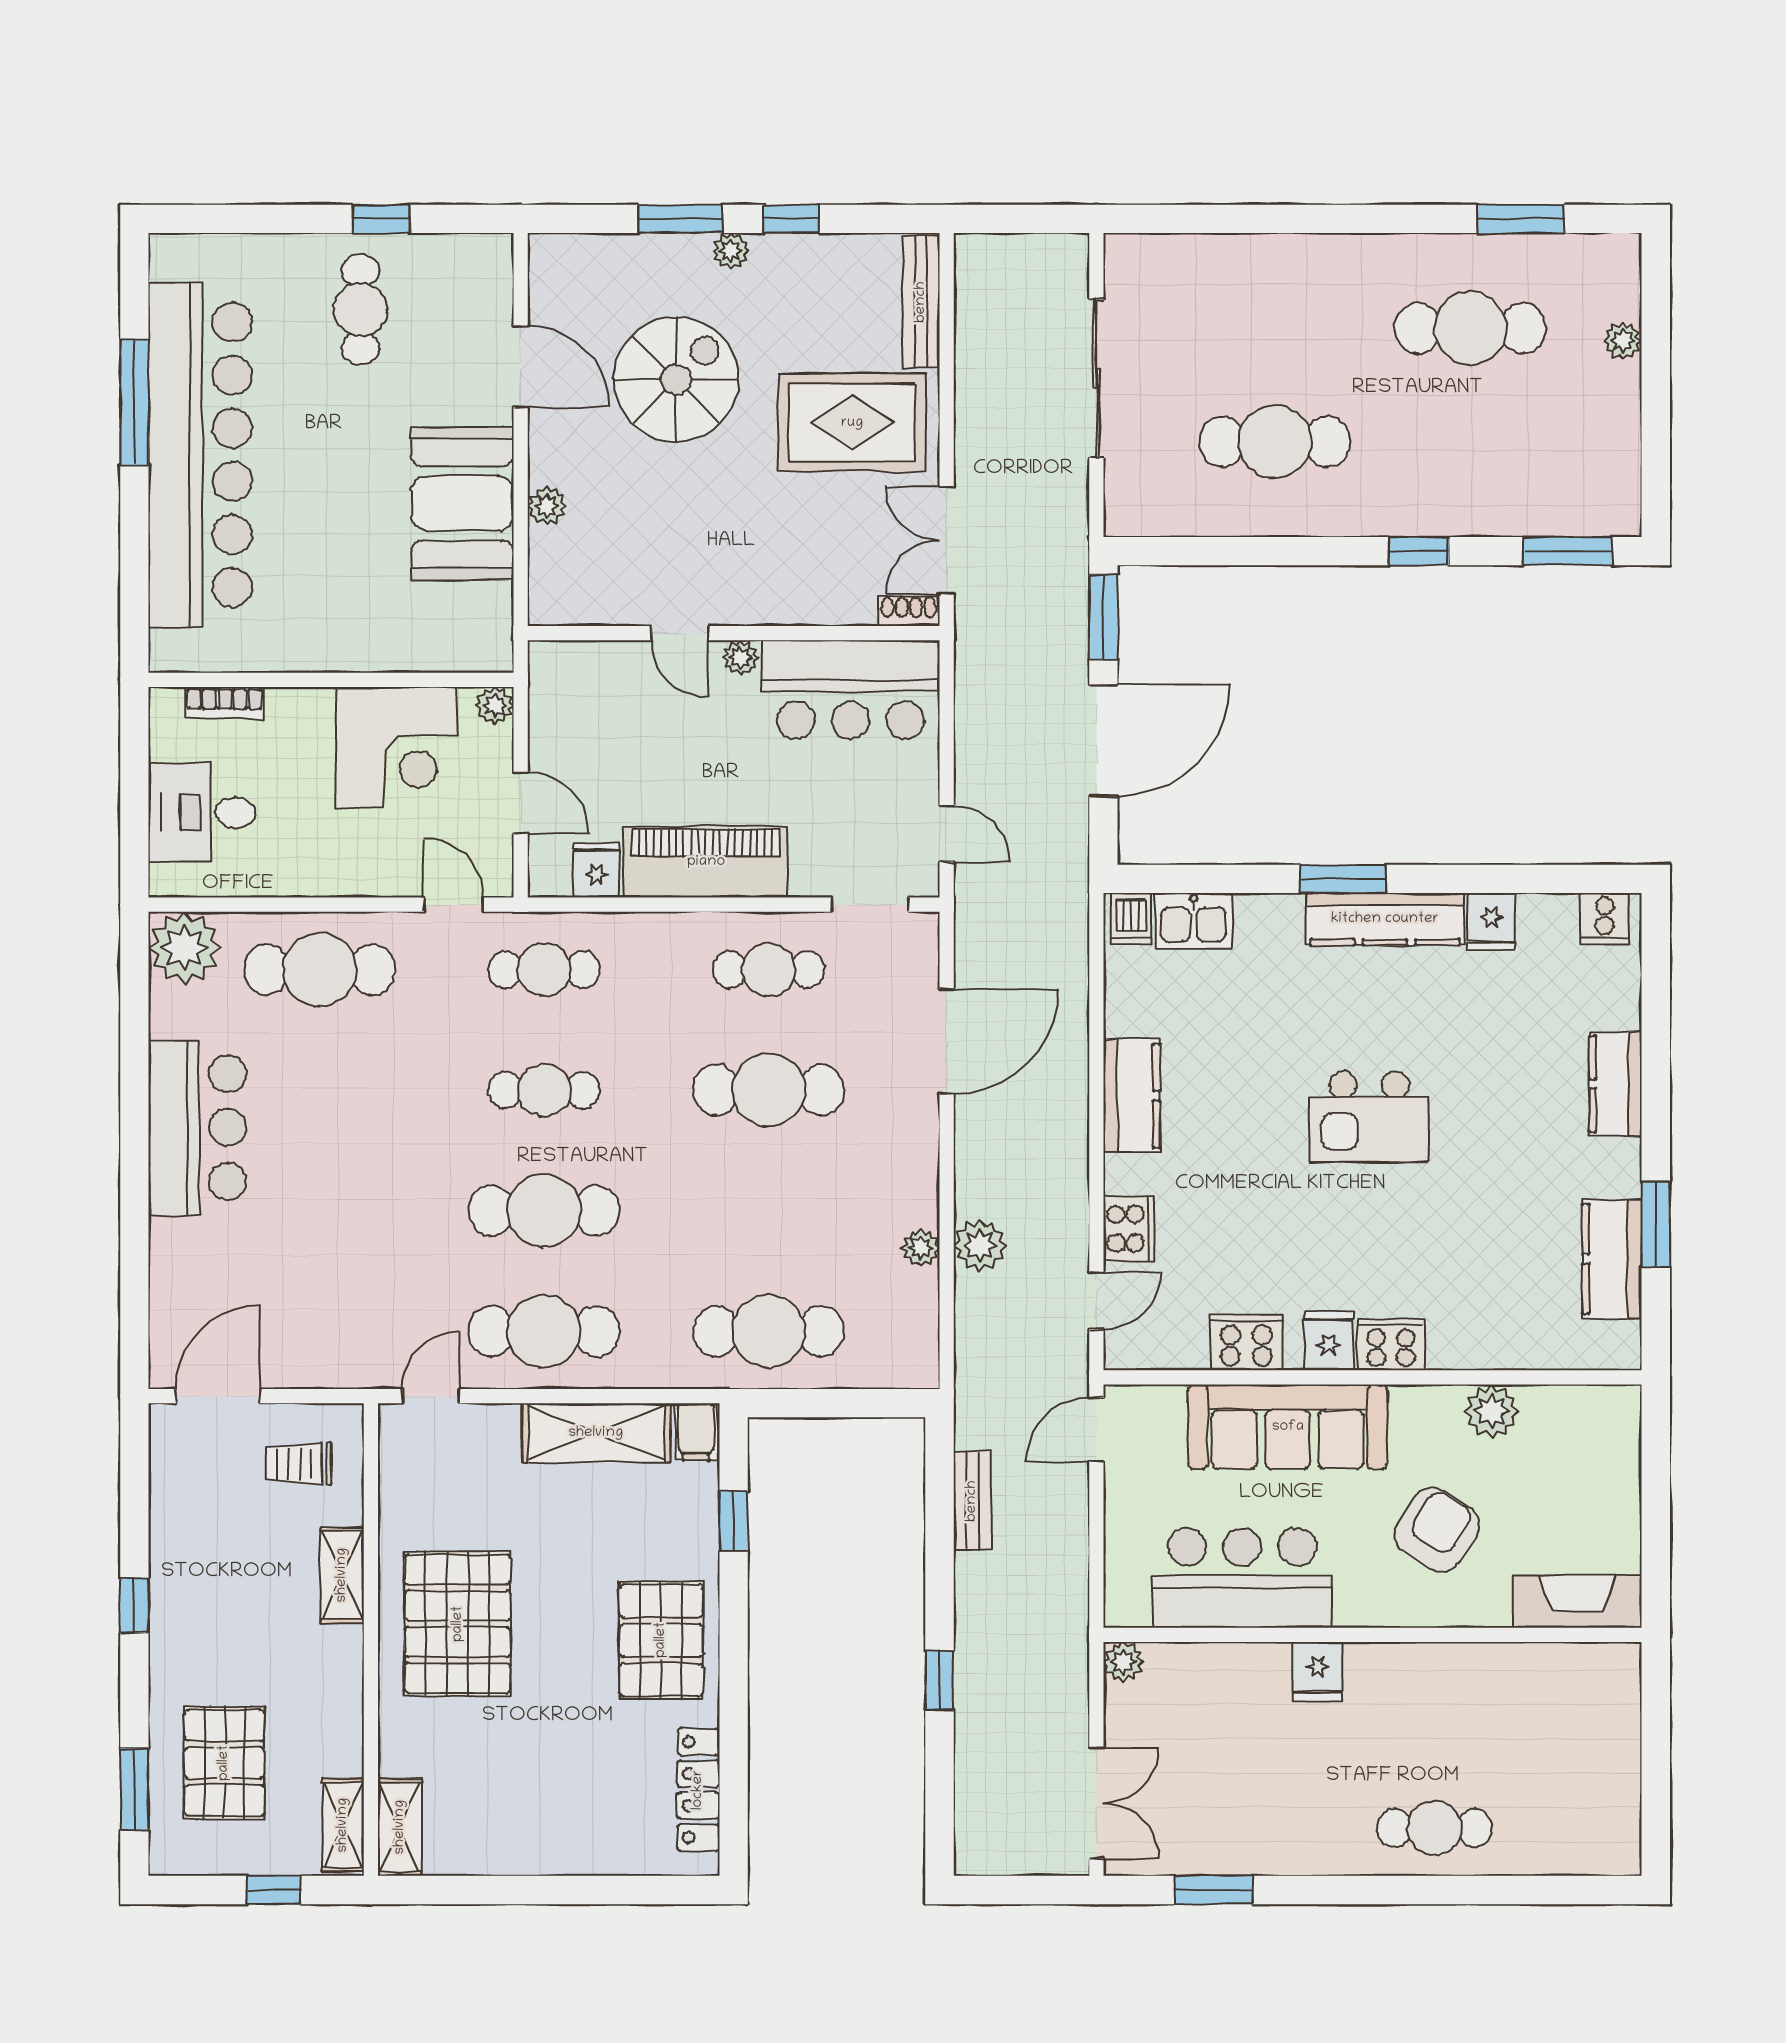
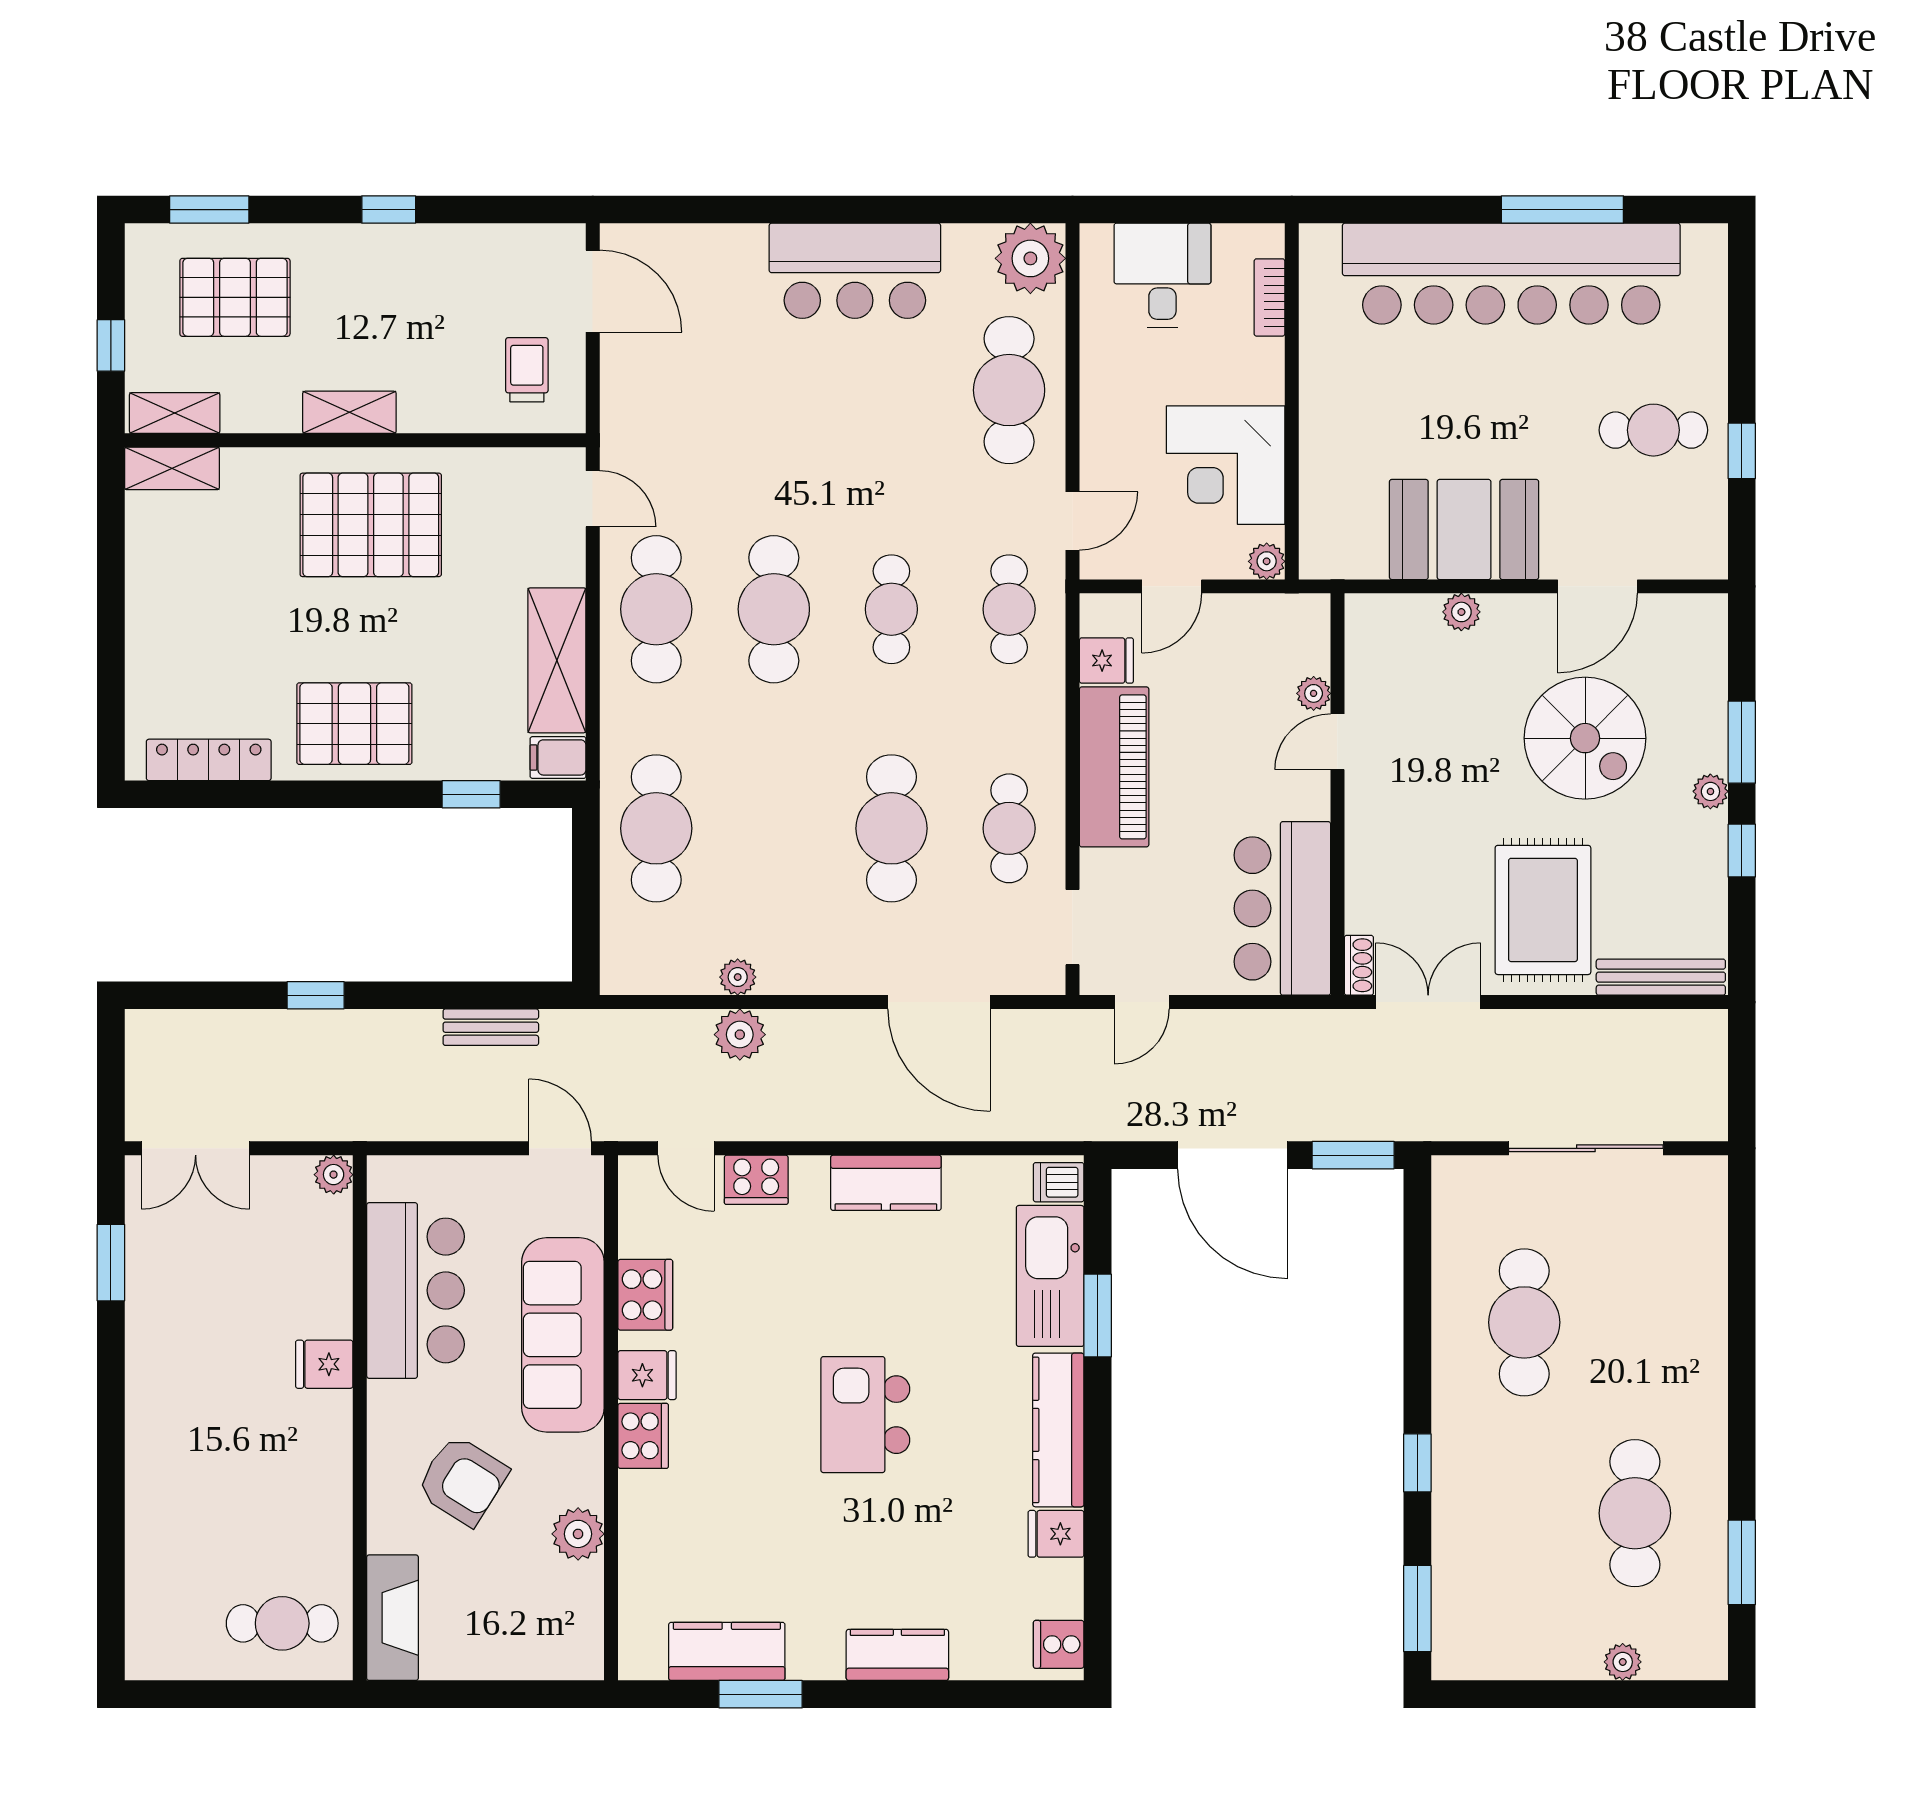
plant: (740, 658) -> (1314, 693), moved
window: (1343, 879) -> (1098, 1316), moved
kitchen sink: (1193, 921) -> (1050, 1276), width x1.87, depth x1.24
shelving: (342, 1575) -> (349, 412), moved
cafe table: (1435, 1828) -> (282, 1623), moved, turned 90

